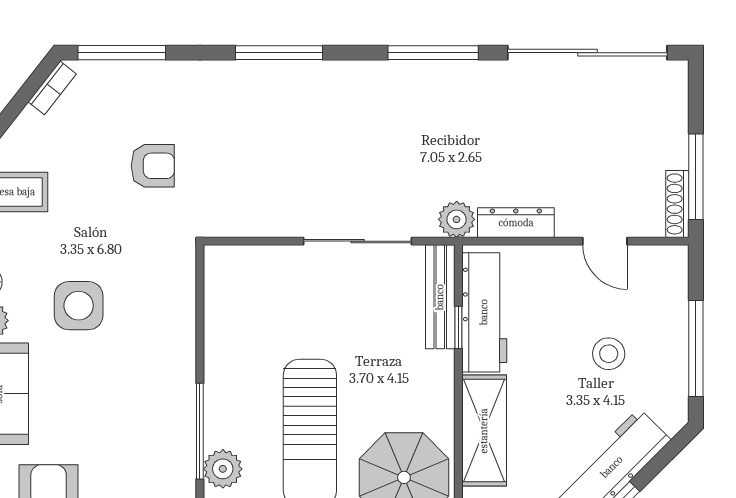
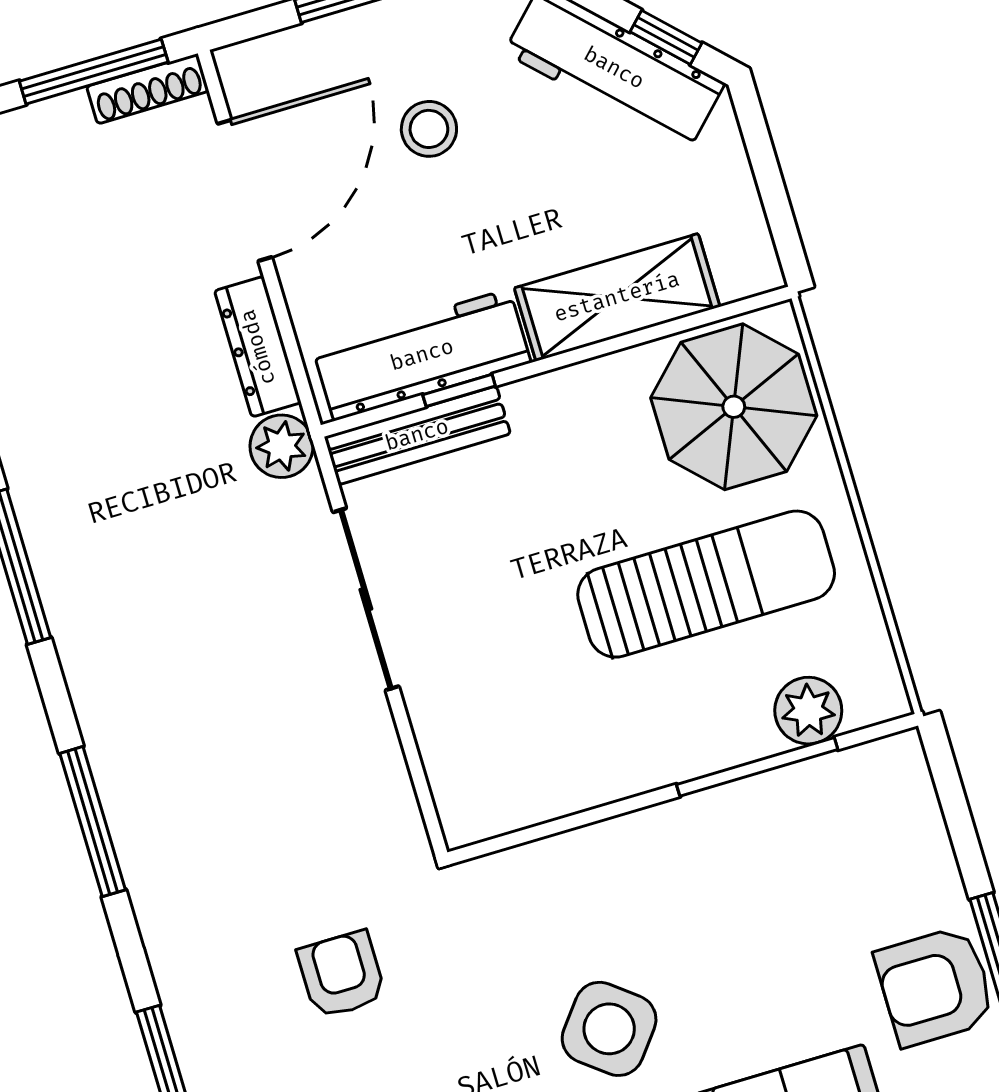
door: (605, 241) -> (245, 190), width x1.87
side table: (79, 306) -> (609, 1029), turned 38

